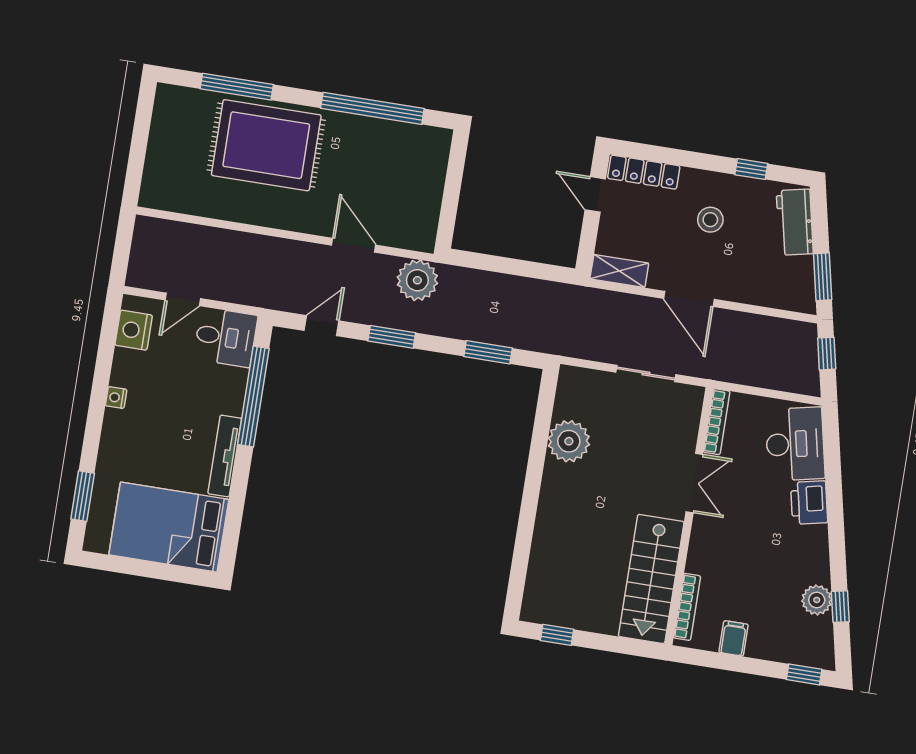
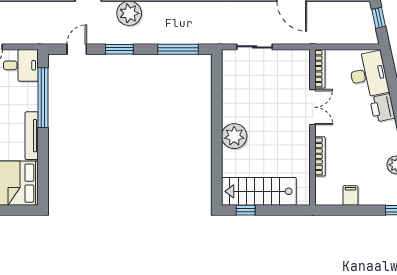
window: (488, 352) -> (178, 49), width x1.44
sliding door: (646, 373) -> (254, 47), moved
plant: (569, 441) -> (234, 136), moved
stairs: (651, 579) -> (259, 191), moved, turned 90
bookcase: (687, 607) -> (320, 156), moved

